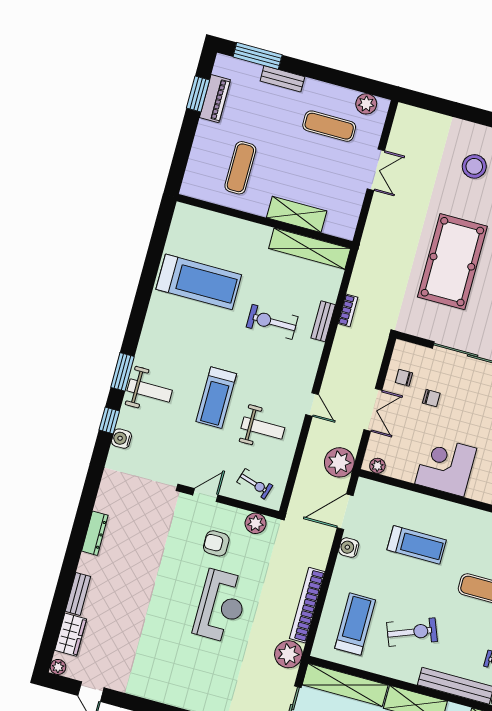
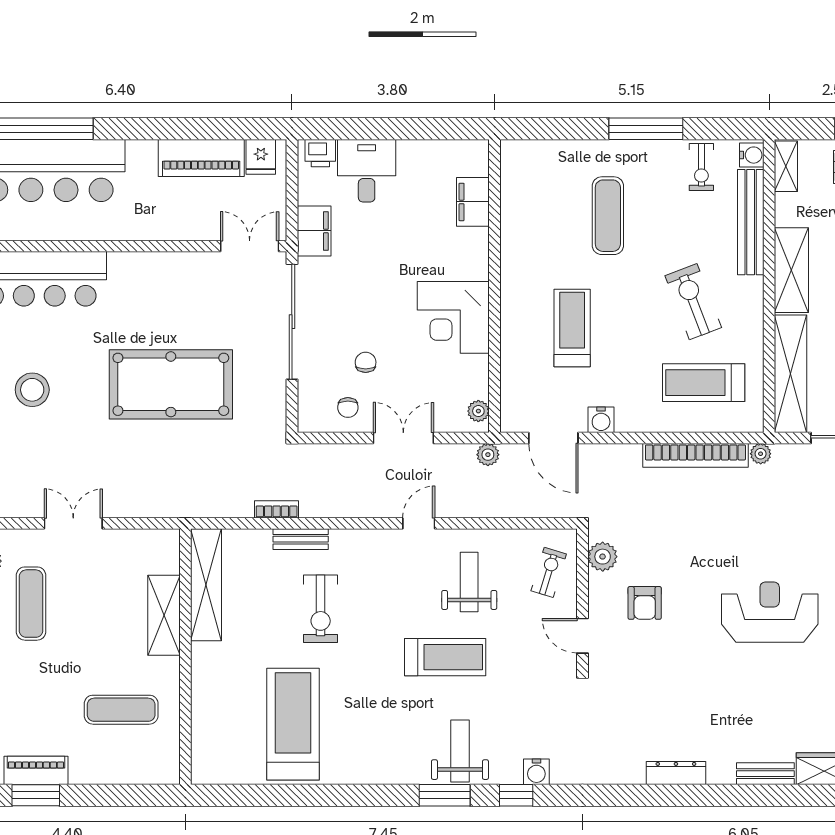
plant: (339, 462) -> (488, 455), width x0.53, depth x0.53
reception desk: (221, 606) -> (770, 612), moved
plant: (288, 654) -> (761, 454), width x0.53, depth x0.53

